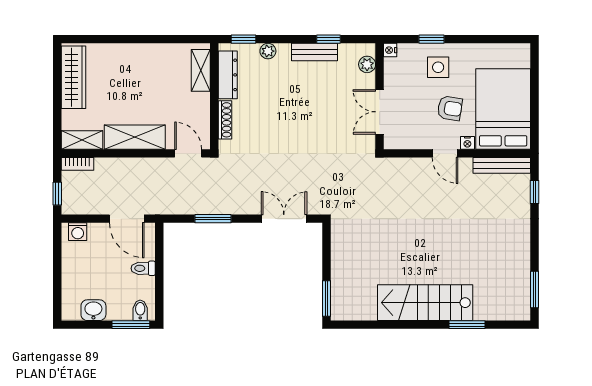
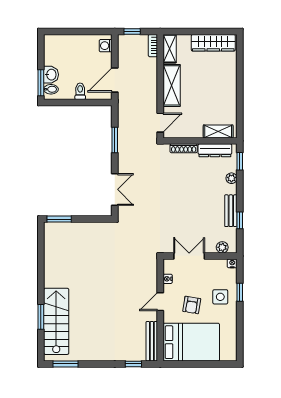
nightstand: (467, 143) -> (168, 279), moved
stairs: (425, 303) -> (56, 321), moved
washbasin: (93, 310) -> (51, 75), moved

